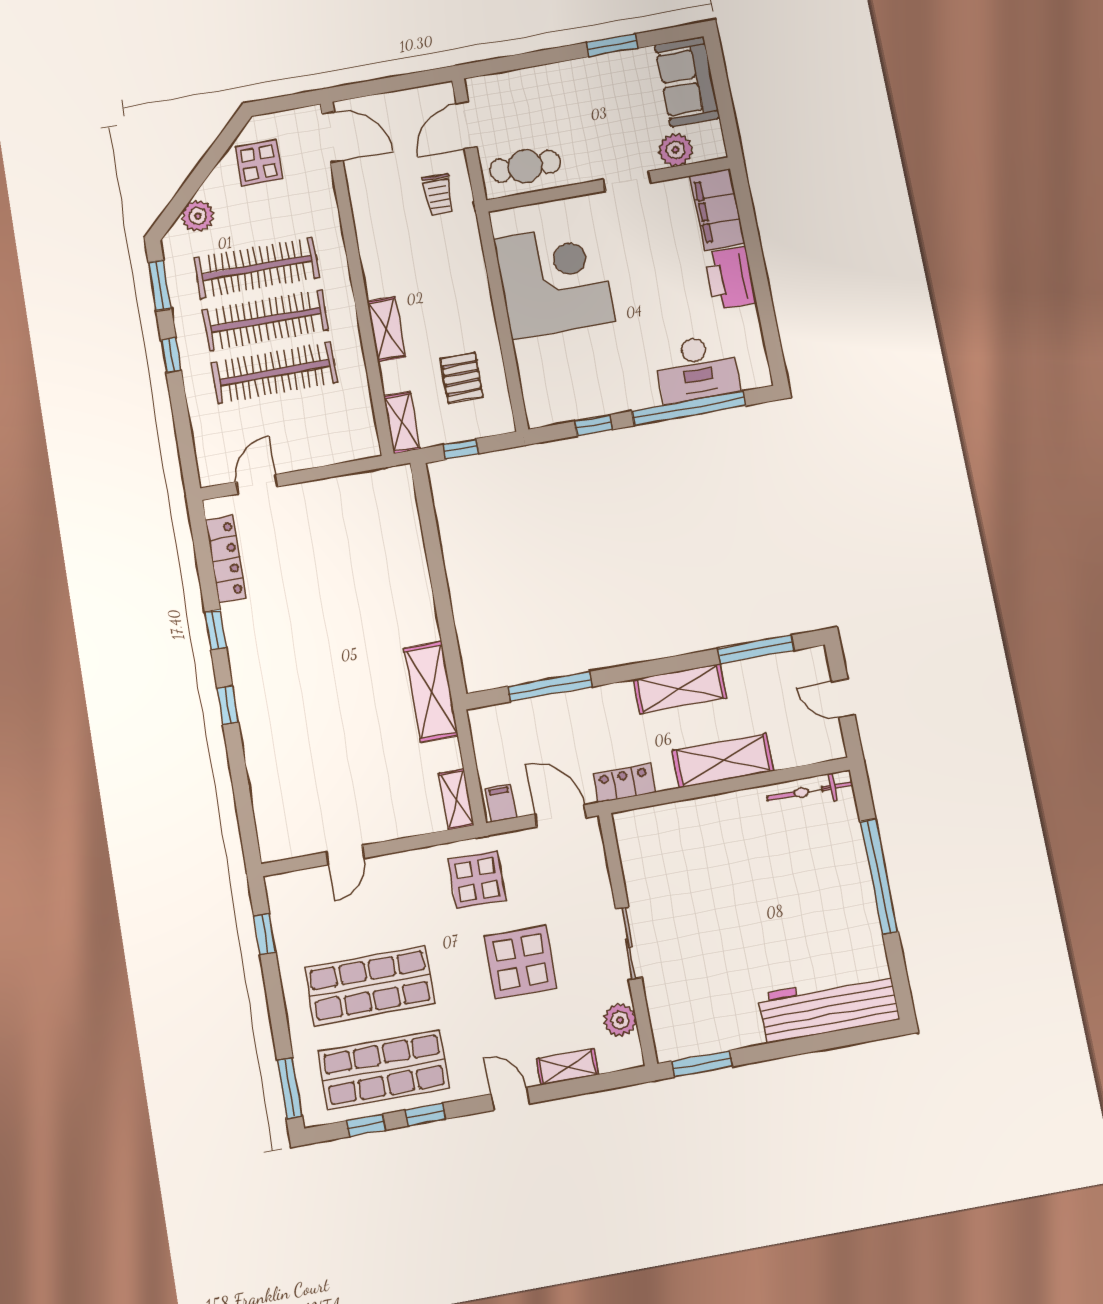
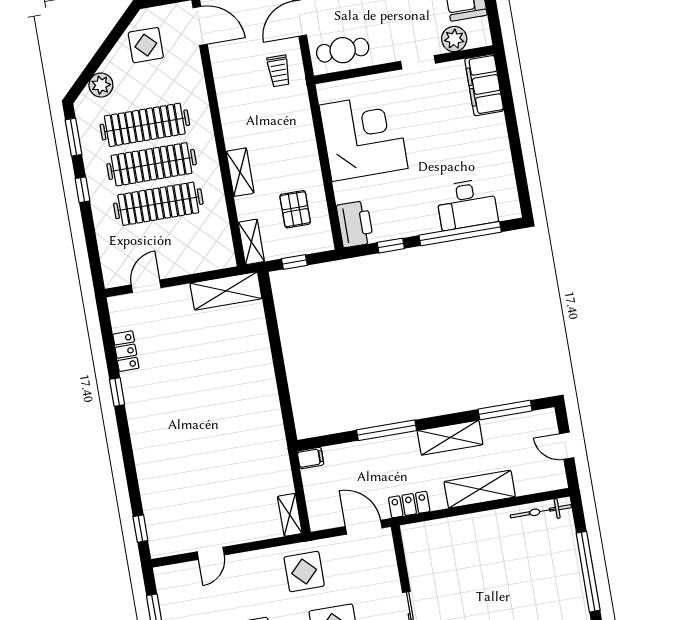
printer: (730, 278) -> (355, 224), moved, turned 180
locker: (226, 559) -> (126, 351), width x0.66
window: (550, 687) -> (387, 430), moved
shelving: (431, 692) -> (226, 291), moved, turned 90
window: (228, 705) -> (140, 529), moved
filing cabinet: (501, 803) -> (310, 458), moved, turned 90

